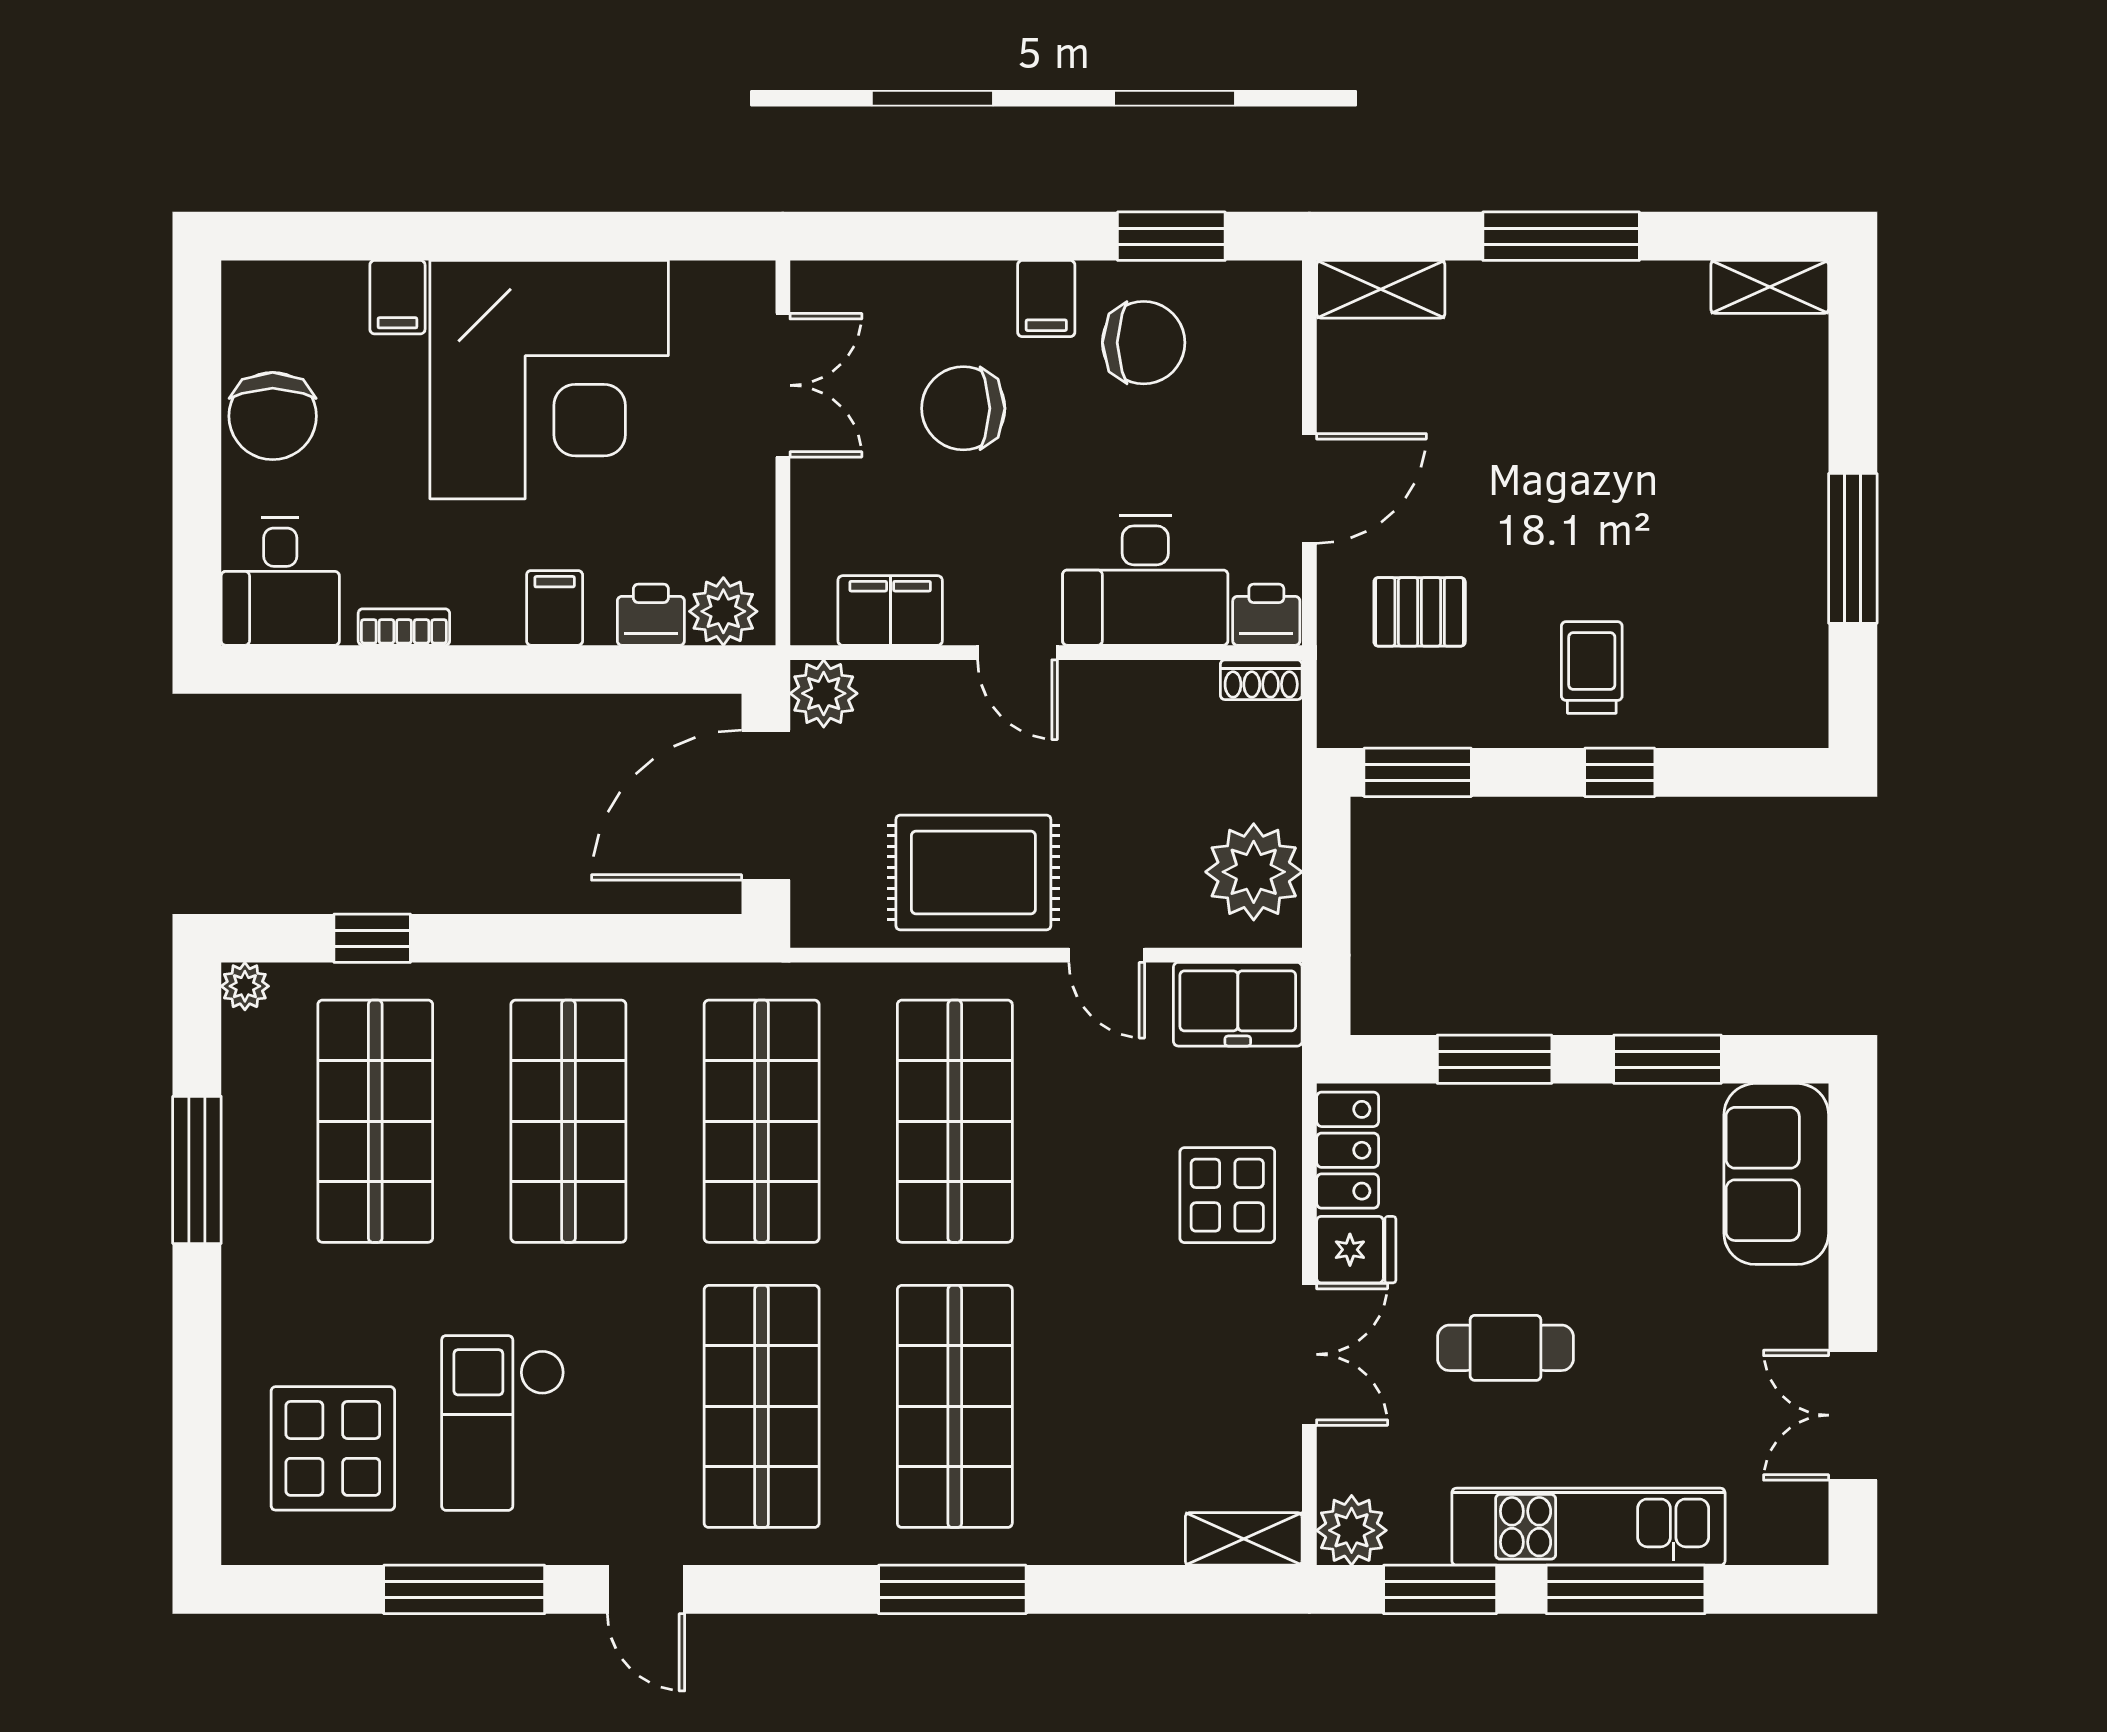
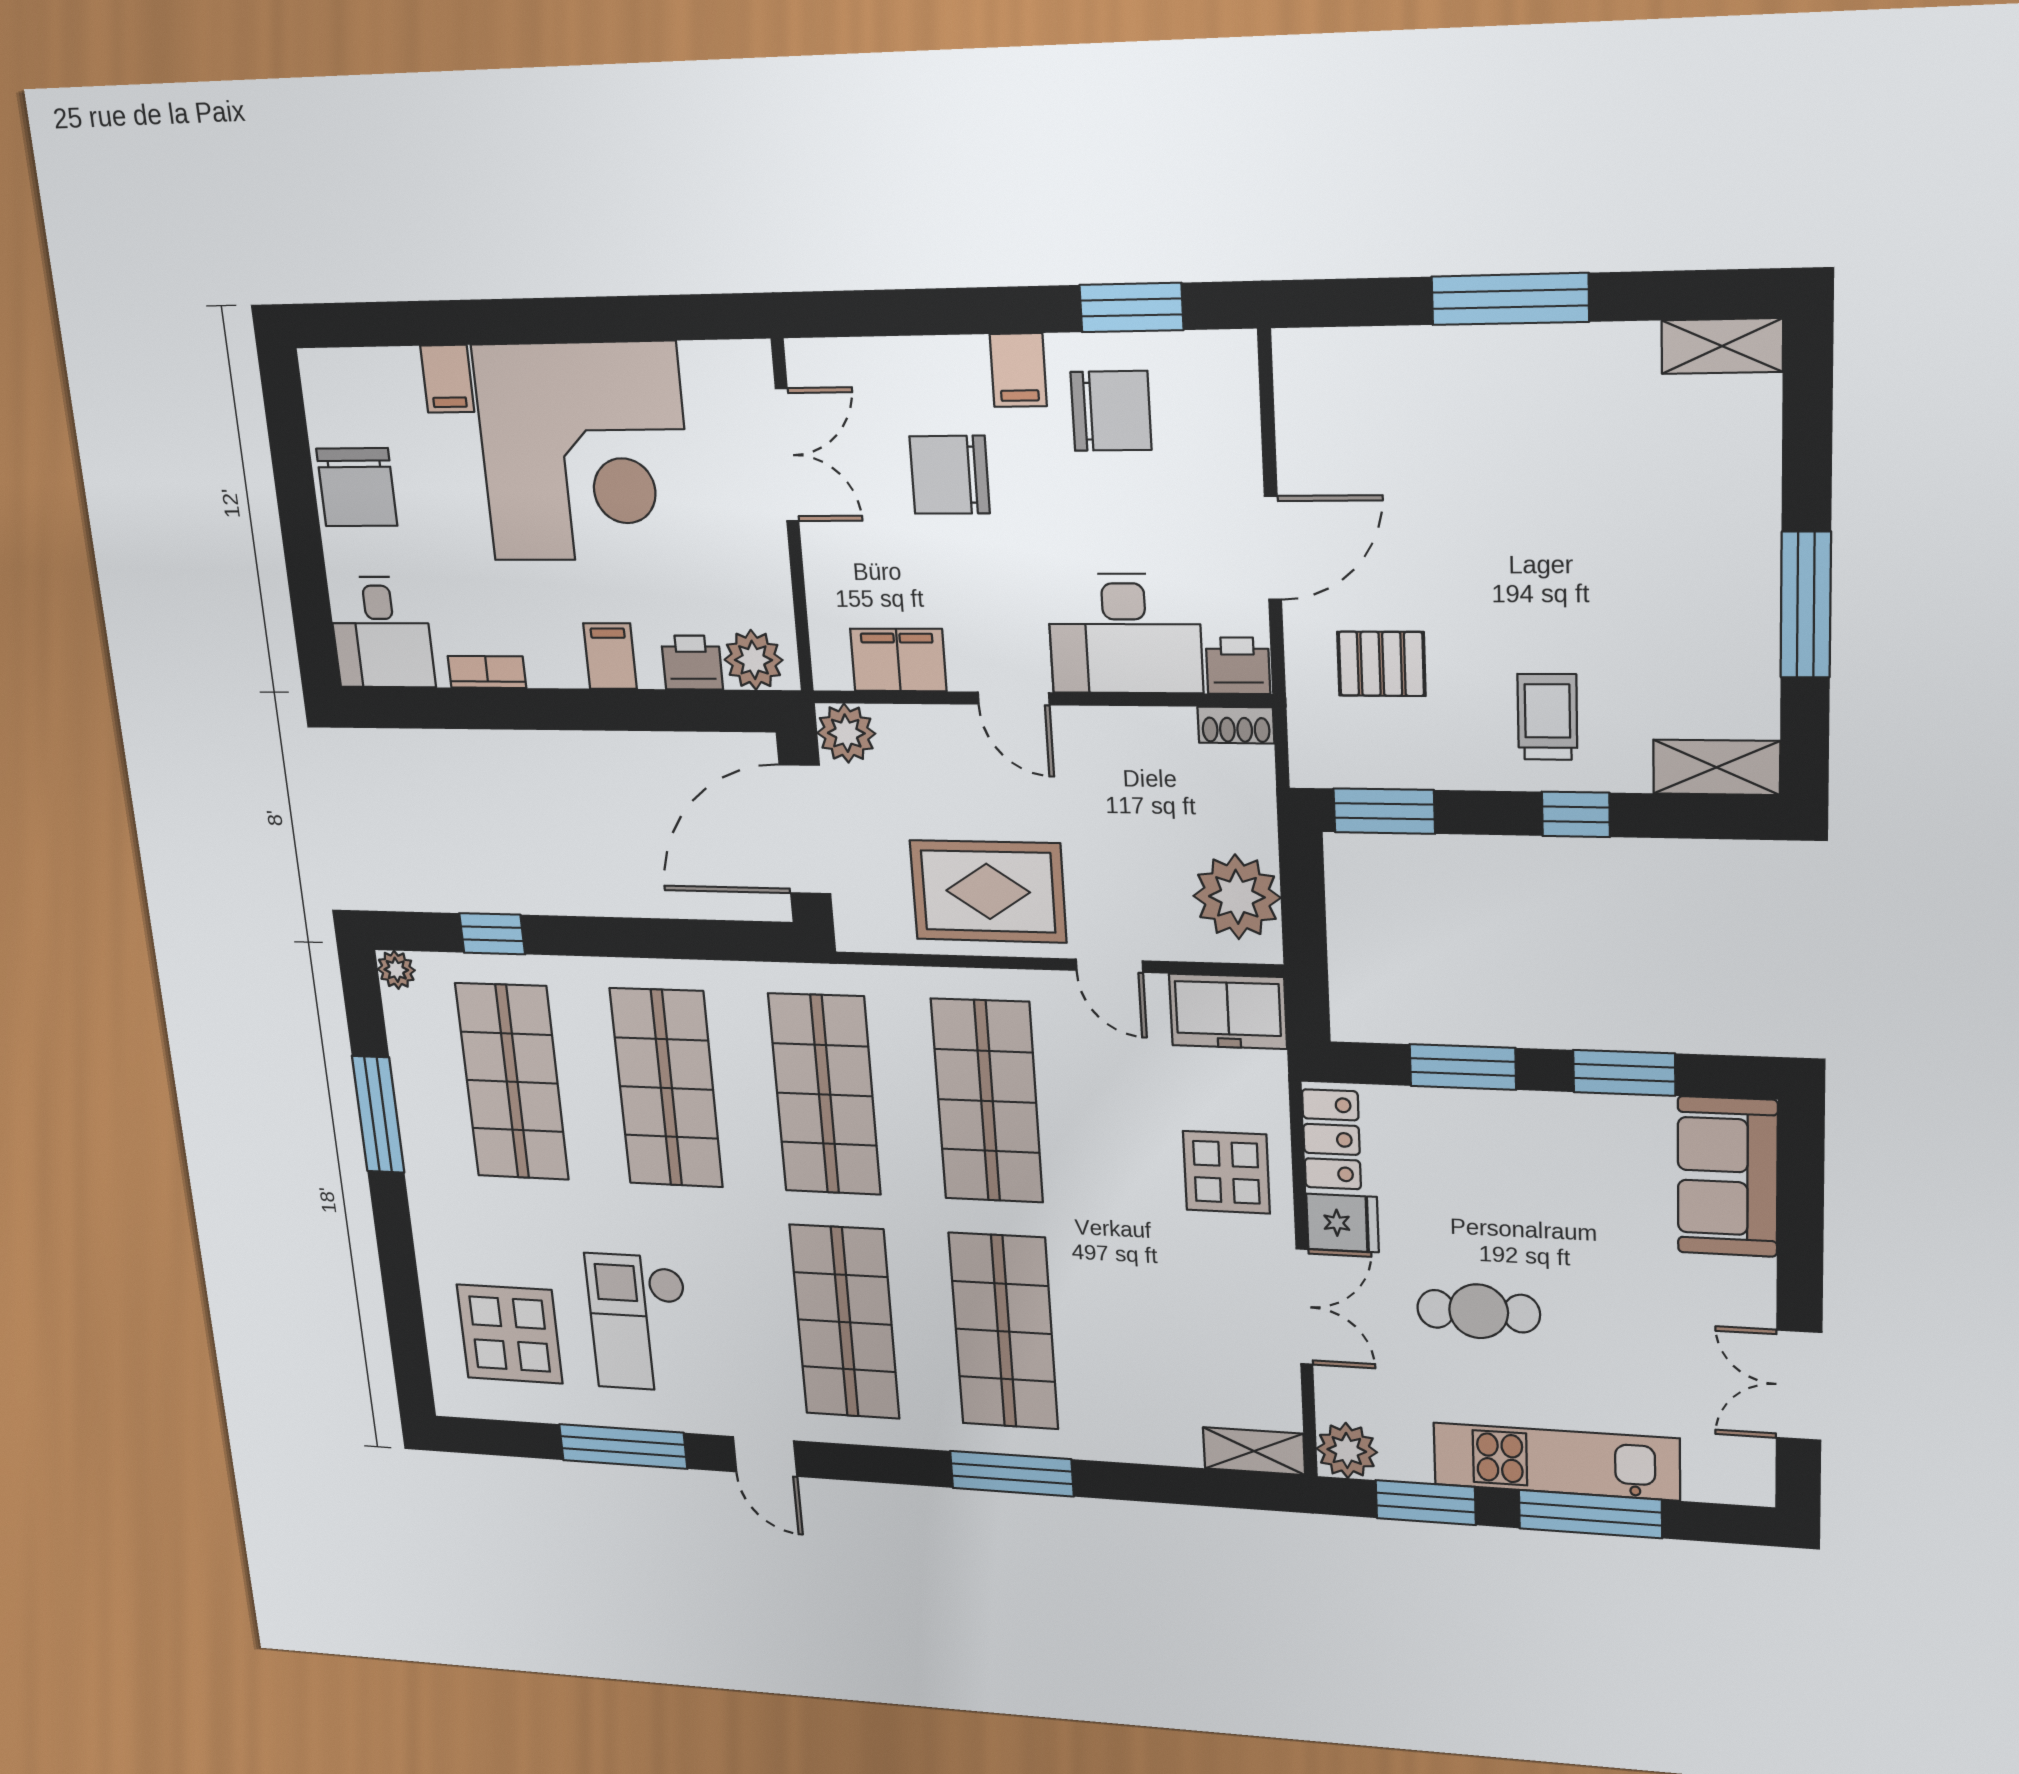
shelving: (1381, 289) -> (1717, 767), moved

